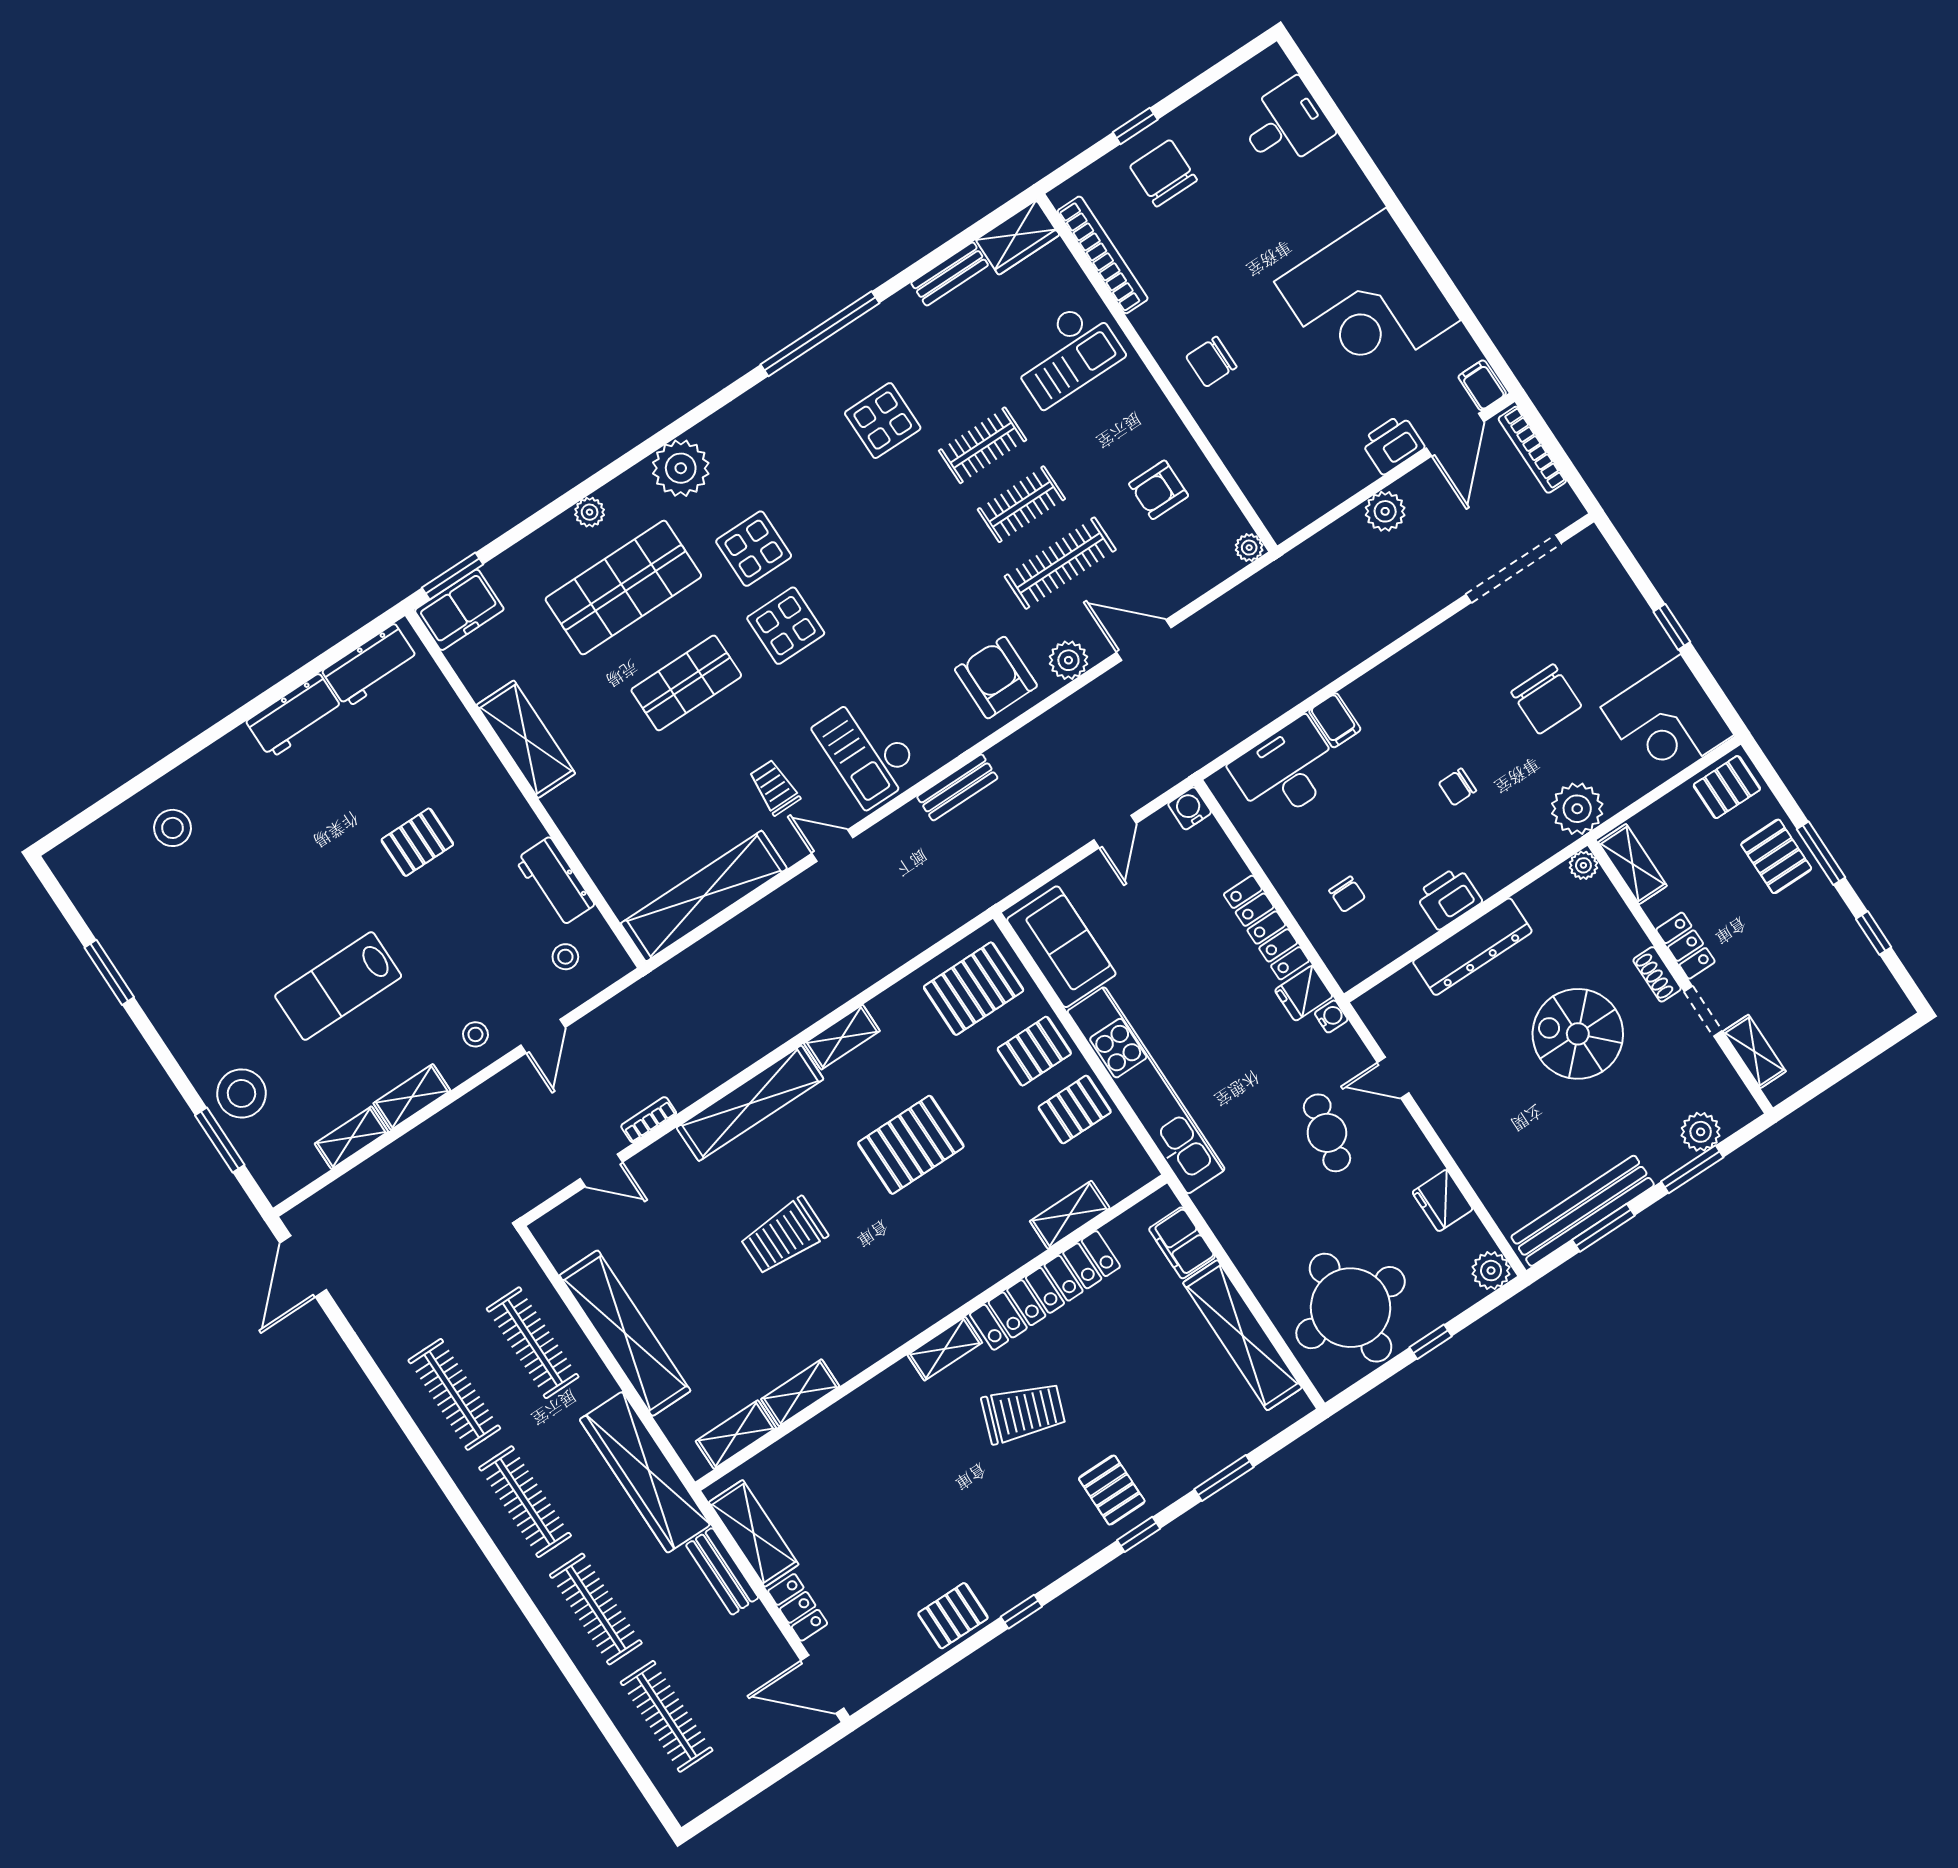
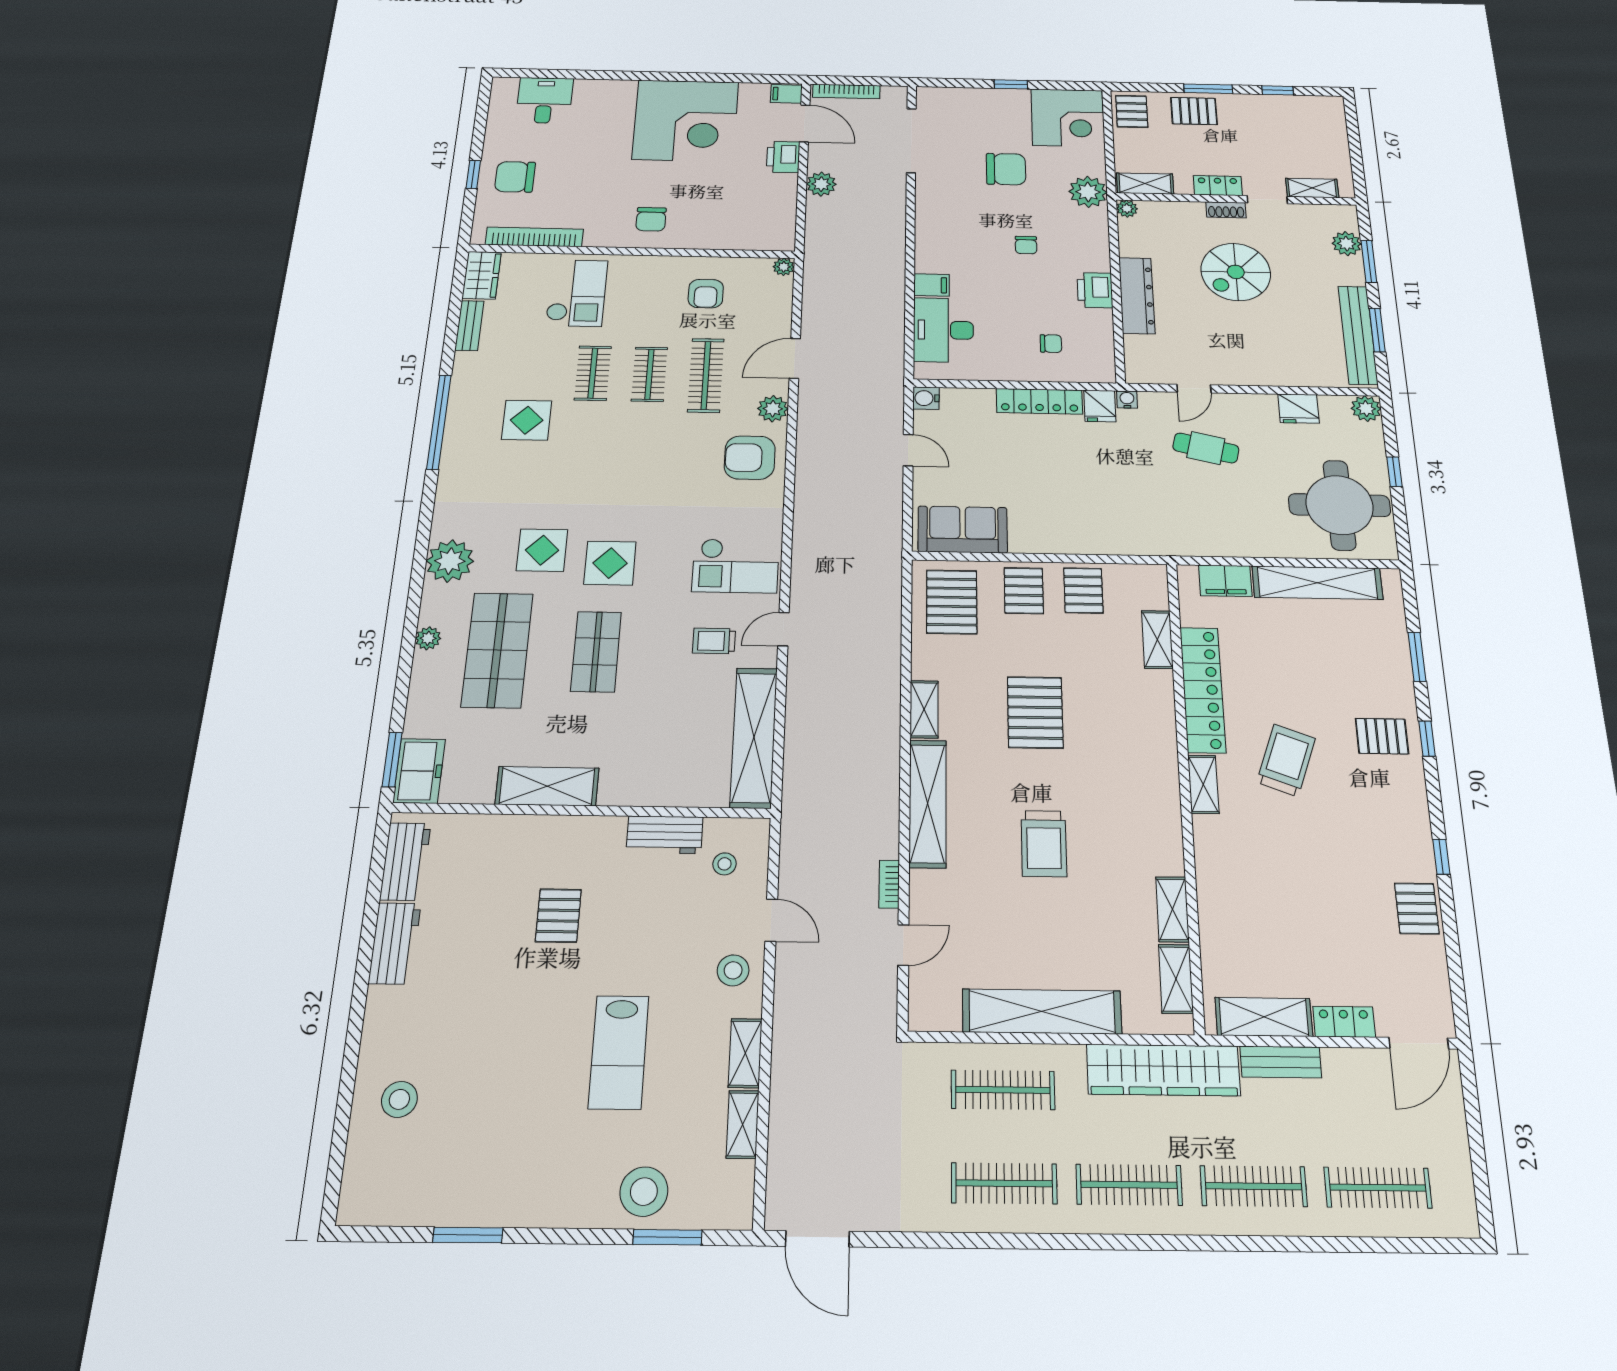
bench: (957, 787) -> (805, 526), removed
stool: (475, 1034) -> (733, 970), width x1.37, depth x1.37
kitchen unit: (1146, 1090) -> (1101, 538), removed

